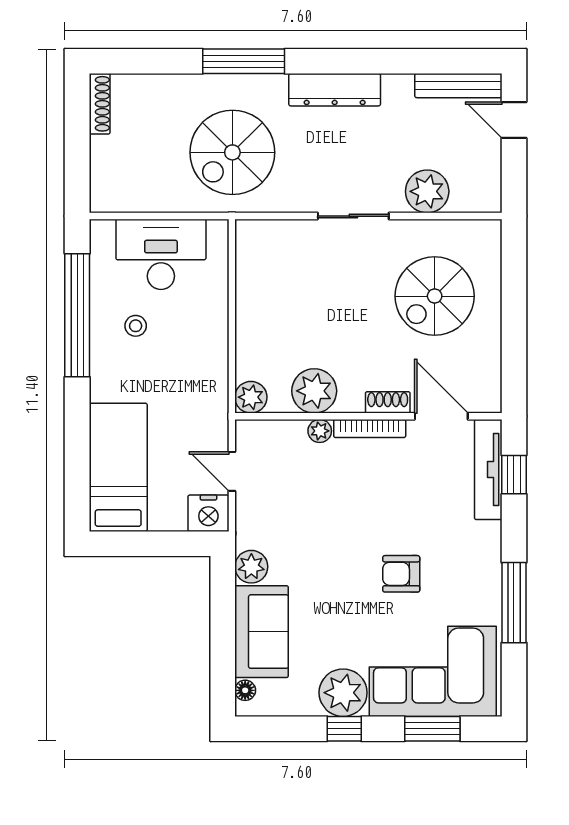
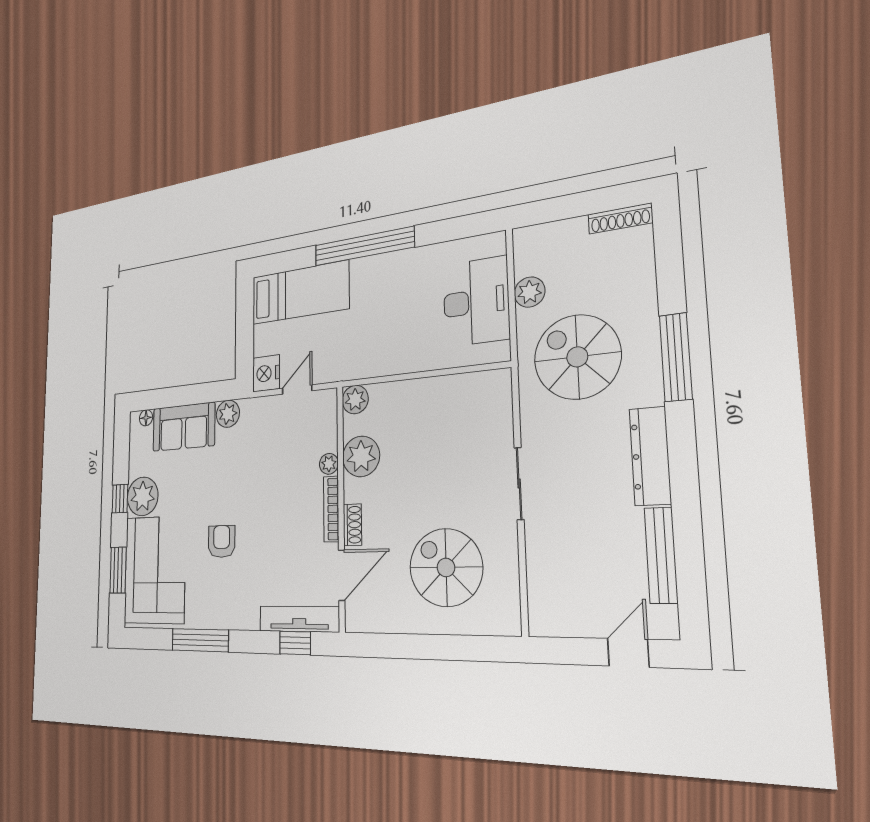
bench: (458, 86) -> (661, 555), moved
plant: (427, 191) -> (530, 292), moved, width x0.73, depth x0.73
window: (77, 315) -> (364, 246), moved
stool: (136, 326) -> (413, 289), removed

